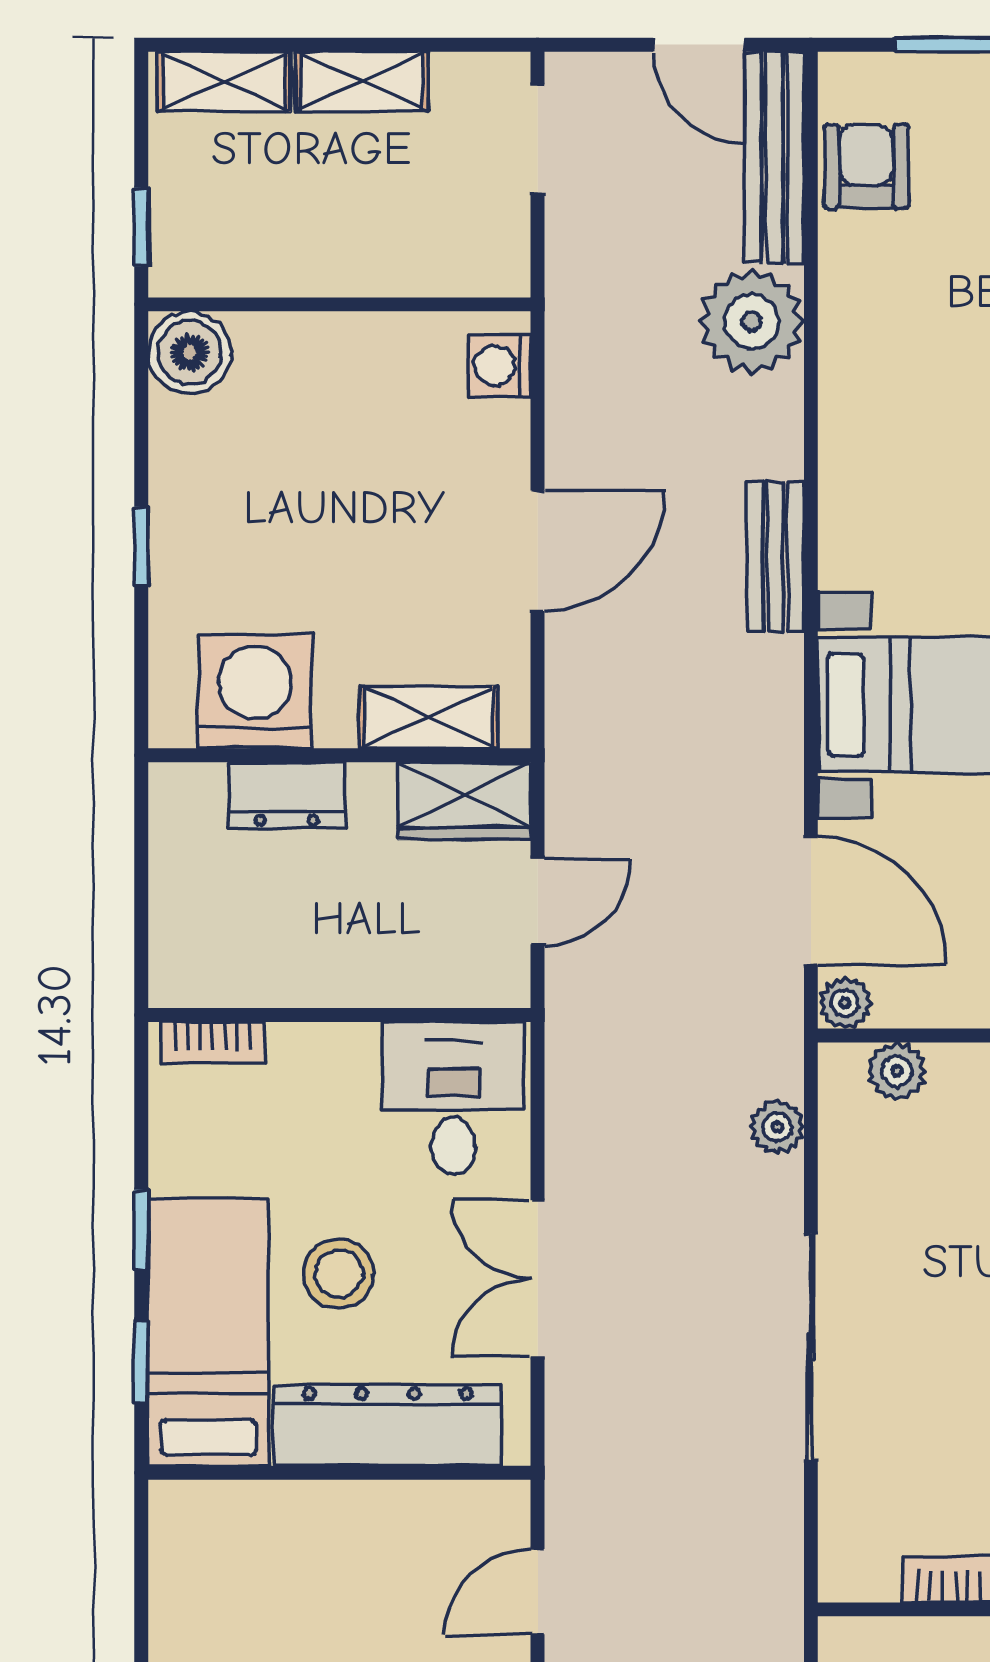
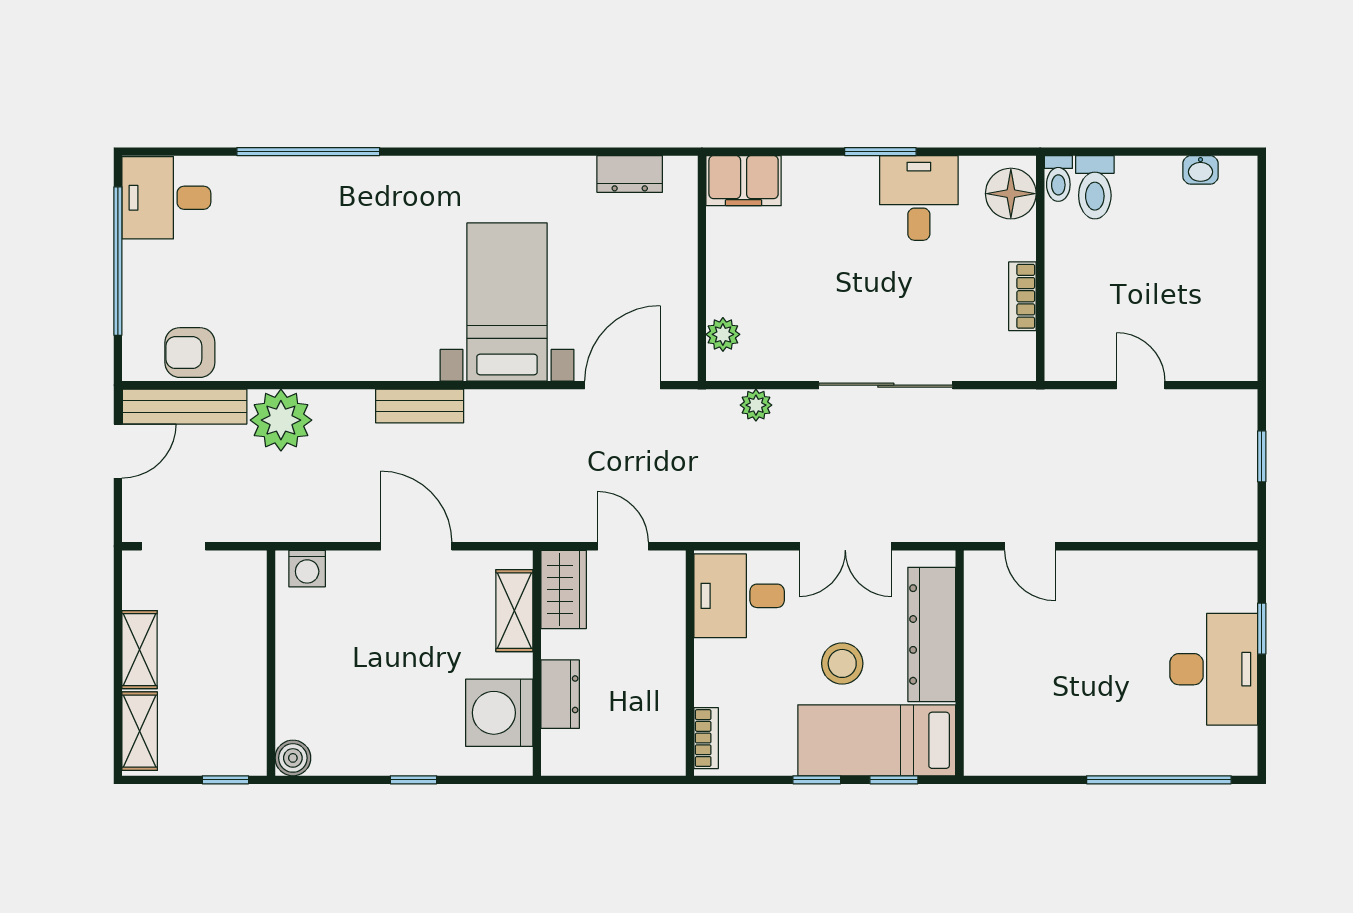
boiler: (189, 352) -> (293, 758), width x0.73, depth x0.73
plant: (845, 1003) -> (683, 365), removed

